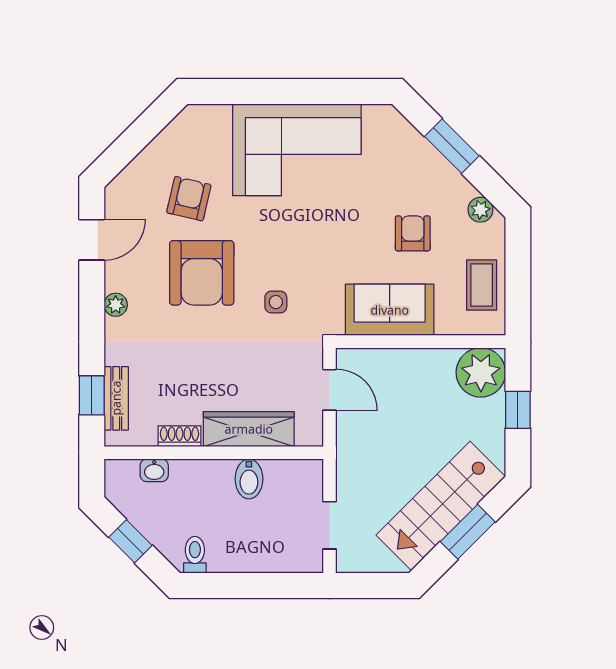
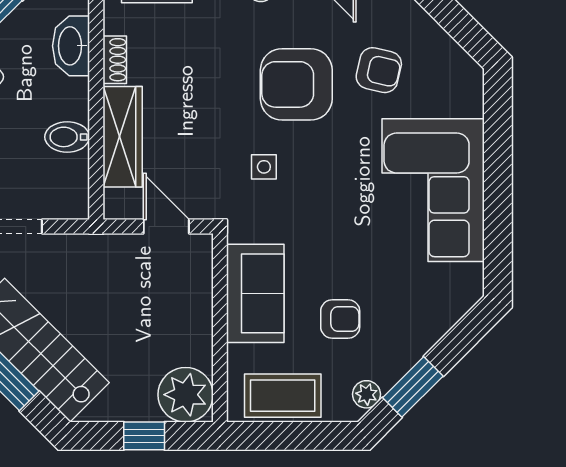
window: (452, 146) -> (413, 387), moved
coffee table: (482, 285) -> (283, 396), width x1.36, depth x1.30
door: (329, 390) -> (166, 226), swing flipped
washbasin: (154, 470) -> (71, 46), width x1.91, depth x1.45

